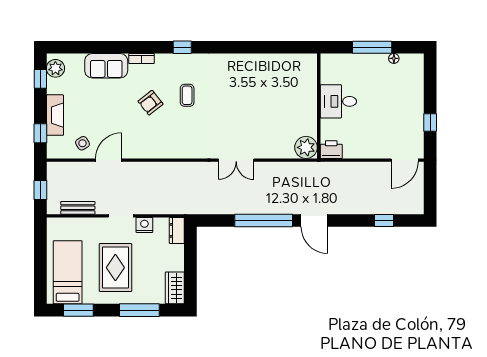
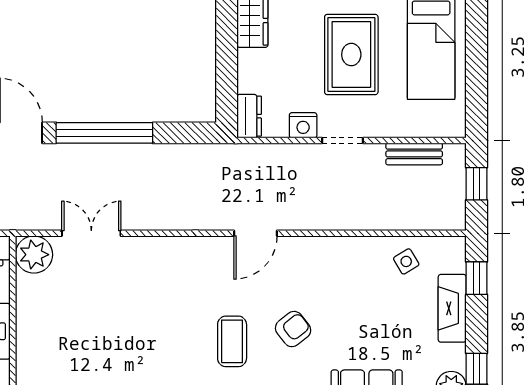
coffee table: (187, 95) -> (232, 341), width x1.36, depth x1.30
door: (109, 160) -> (255, 233), moved
double door: (236, 160) -> (91, 233), moved

